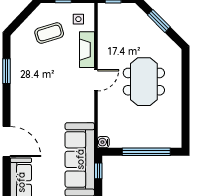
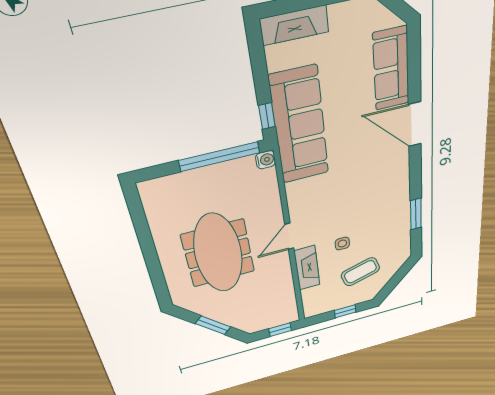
side table: (78, 19) -> (342, 244), moved
meeting table: (144, 82) -> (218, 253), width x1.36
window: (146, 152) -> (219, 157), moved

